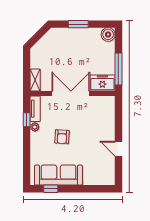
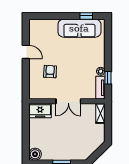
window: (118, 69) -> (26, 123), removed
double door: (71, 93) -> (68, 101), width x0.73
armchair: (62, 137) -> (50, 72), moved

